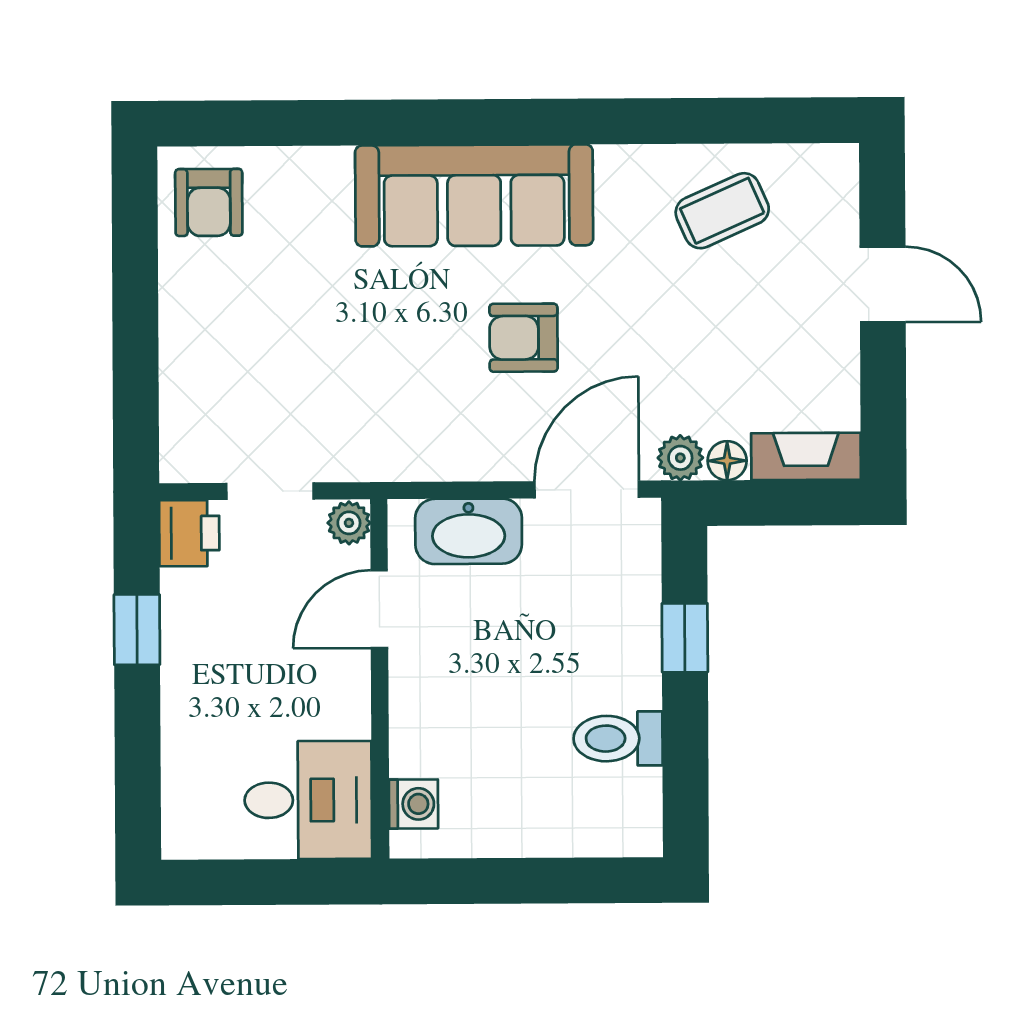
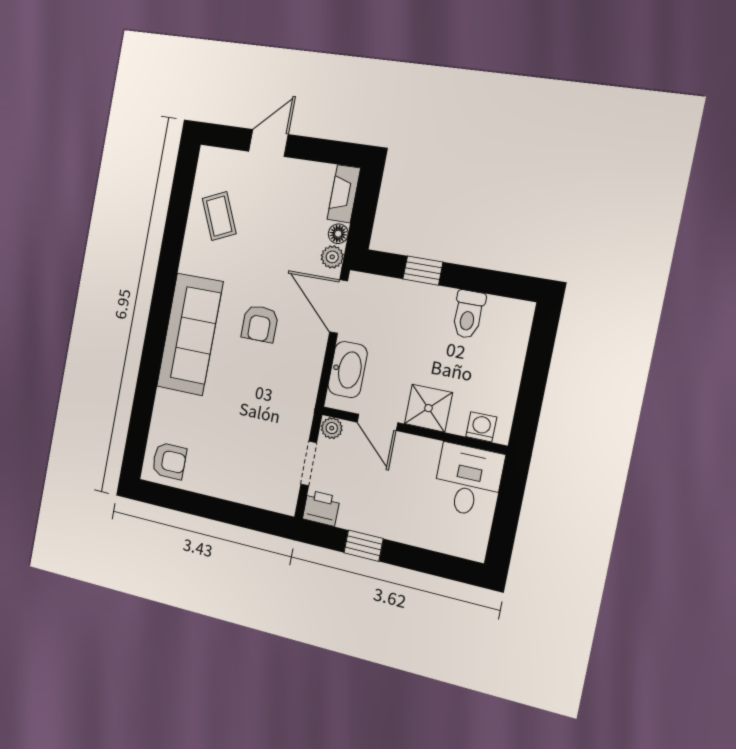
shower: (427, 700) -> (428, 408), added

